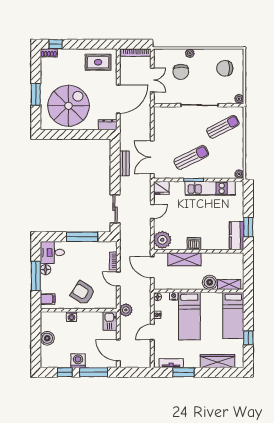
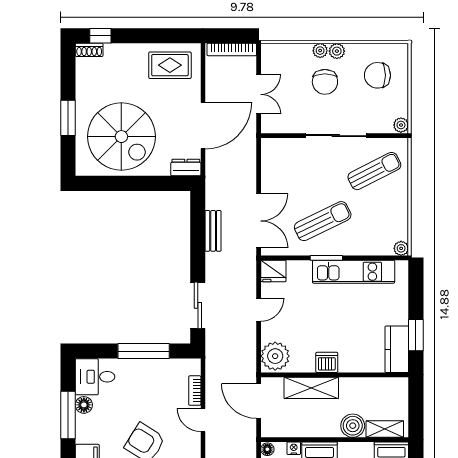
plant: (200, 54) -> (337, 51), added
chair: (181, 72) -> (325, 82), moved
spiral stairs: (68, 106) -> (121, 137), turned 90
double door: (152, 157) -> (259, 221), swing flipped

